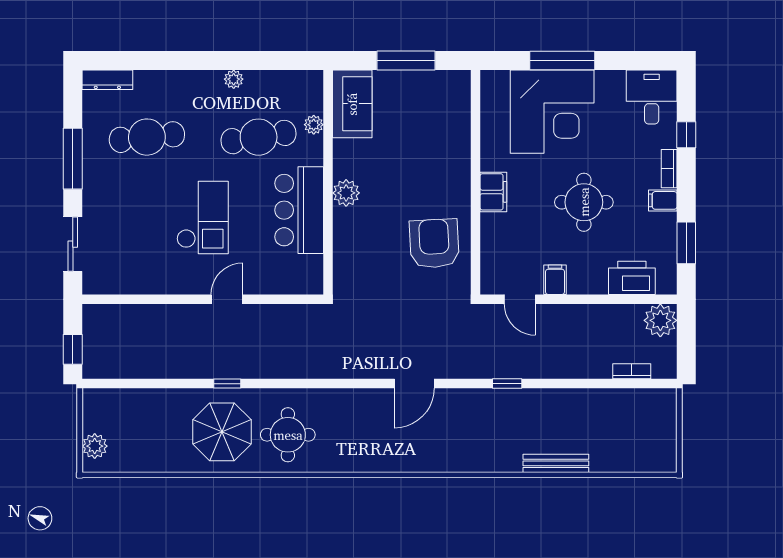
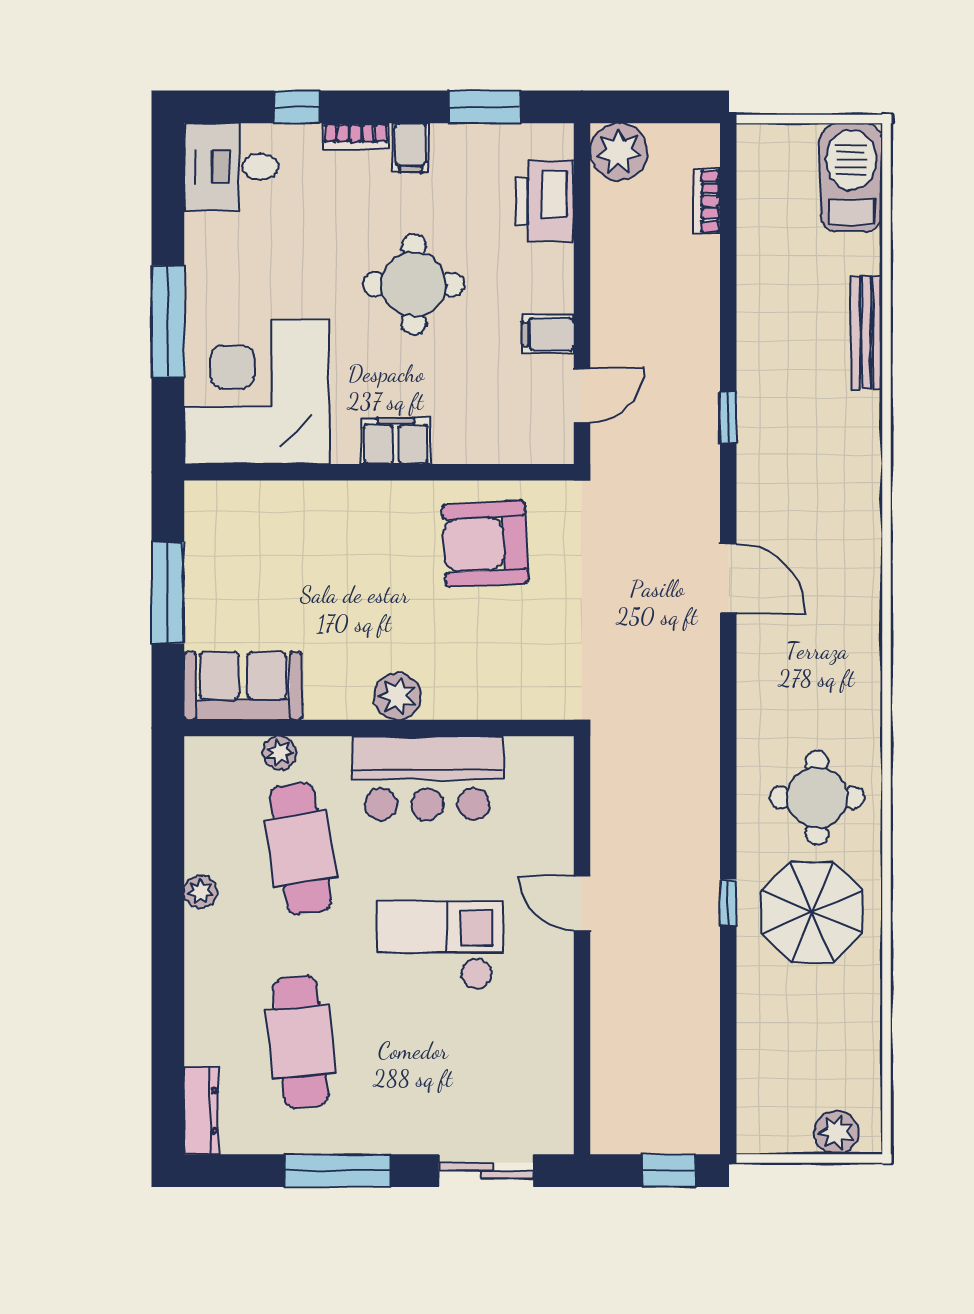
corner desk: (552, 112) -> (257, 392), moved, turned -90
barbecue: (646, 454) -> (851, 177), added

